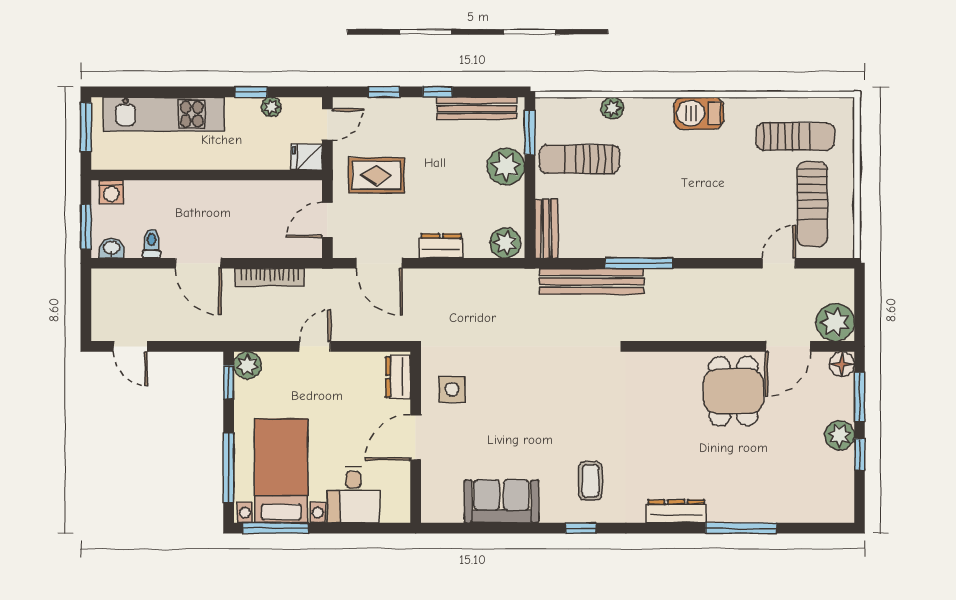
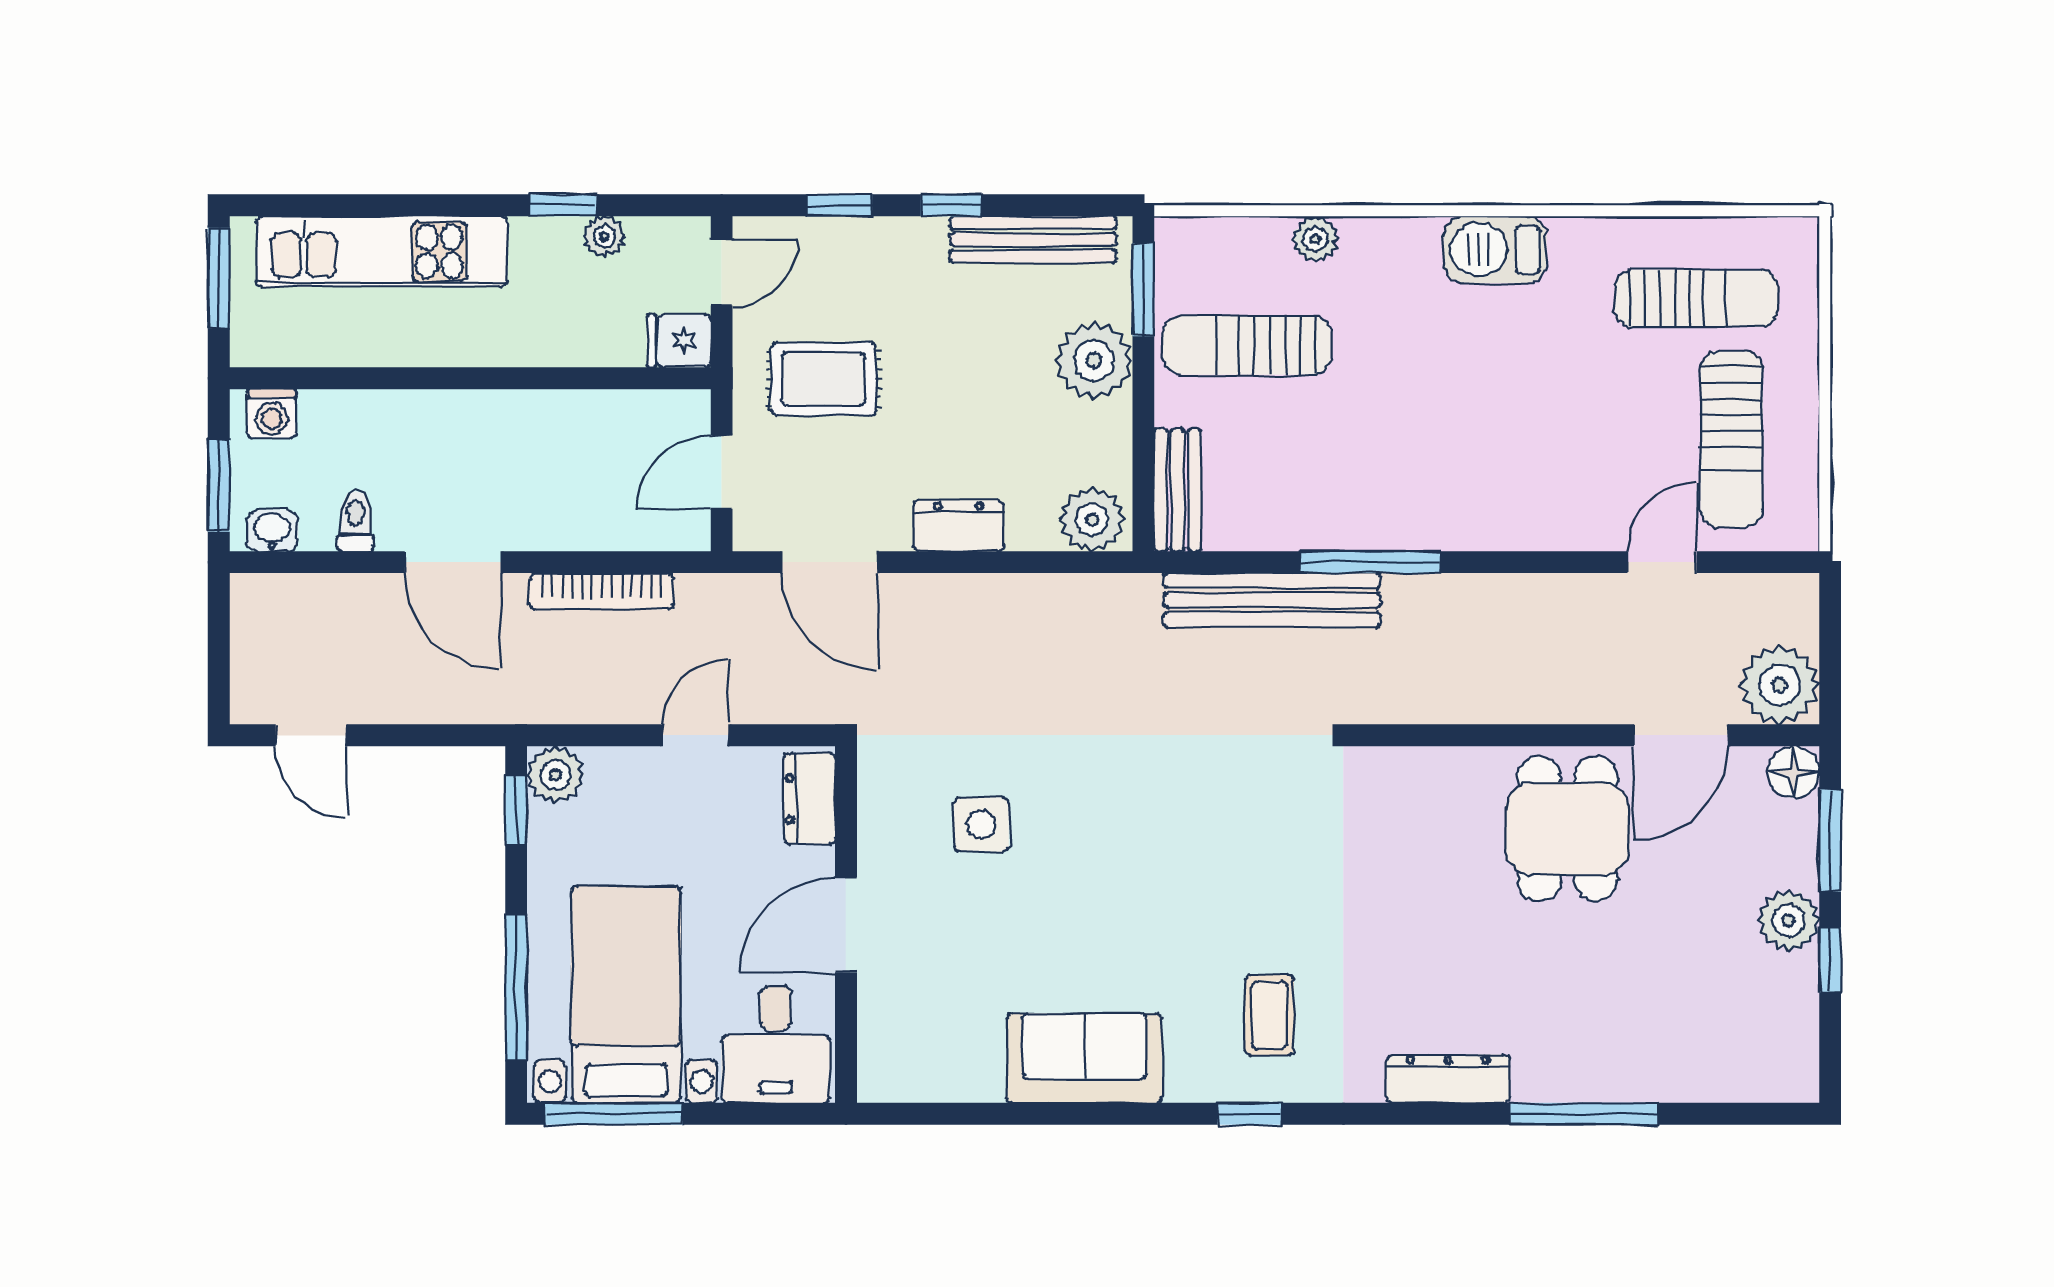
dresser: (398, 377) -> (810, 799), moved
door: (416, 437) -> (846, 925), moved
wall: (416, 437) -> (846, 924), moved

